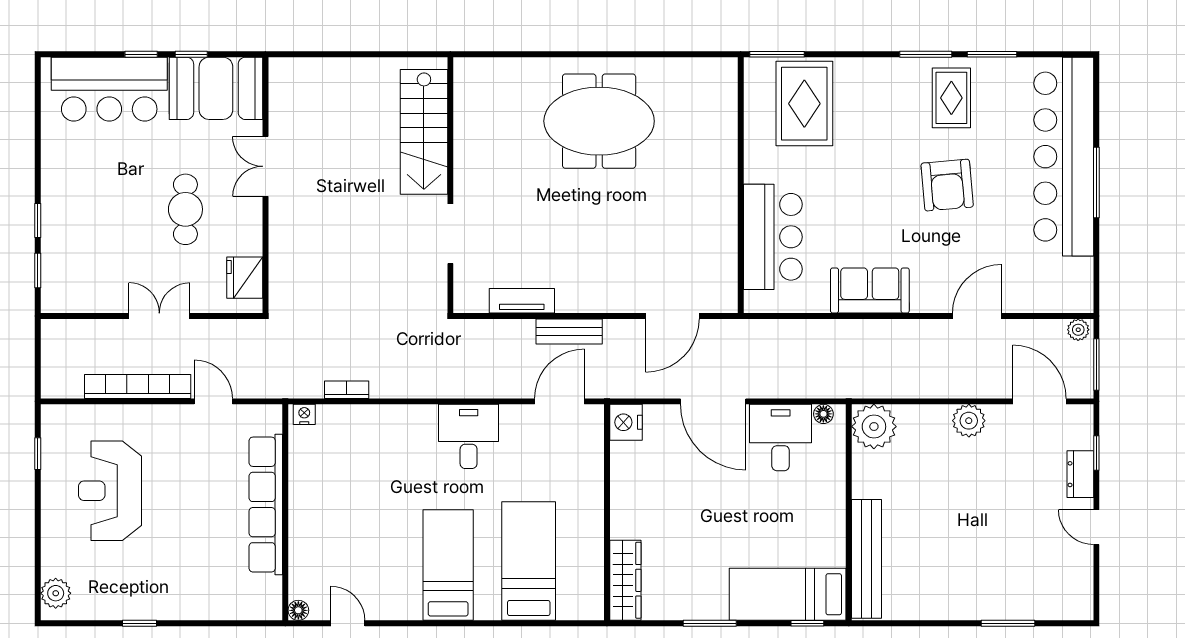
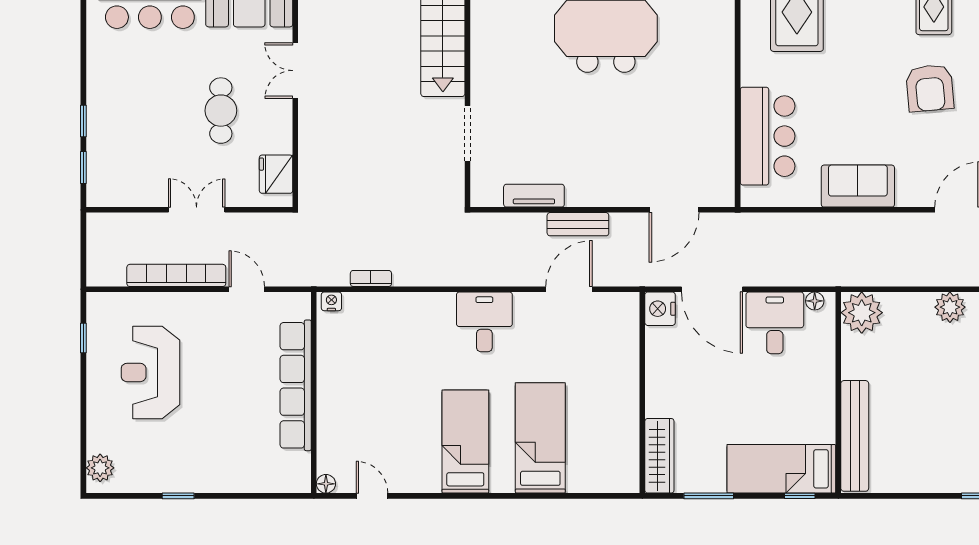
nightstand: (626, 422) -> (660, 309), moved
wall: (607, 512) -> (642, 393), moved
wardrobe: (625, 580) -> (659, 456), moved

